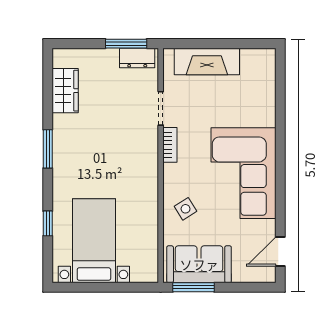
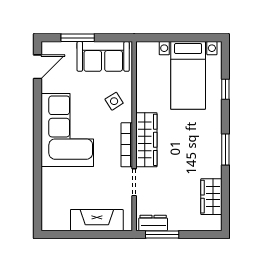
bookcase: (170, 145) -> (127, 145), width x1.56
wardrobe: (145, 161) -> (146, 140), added
window: (194, 287) -> (78, 38), moved

